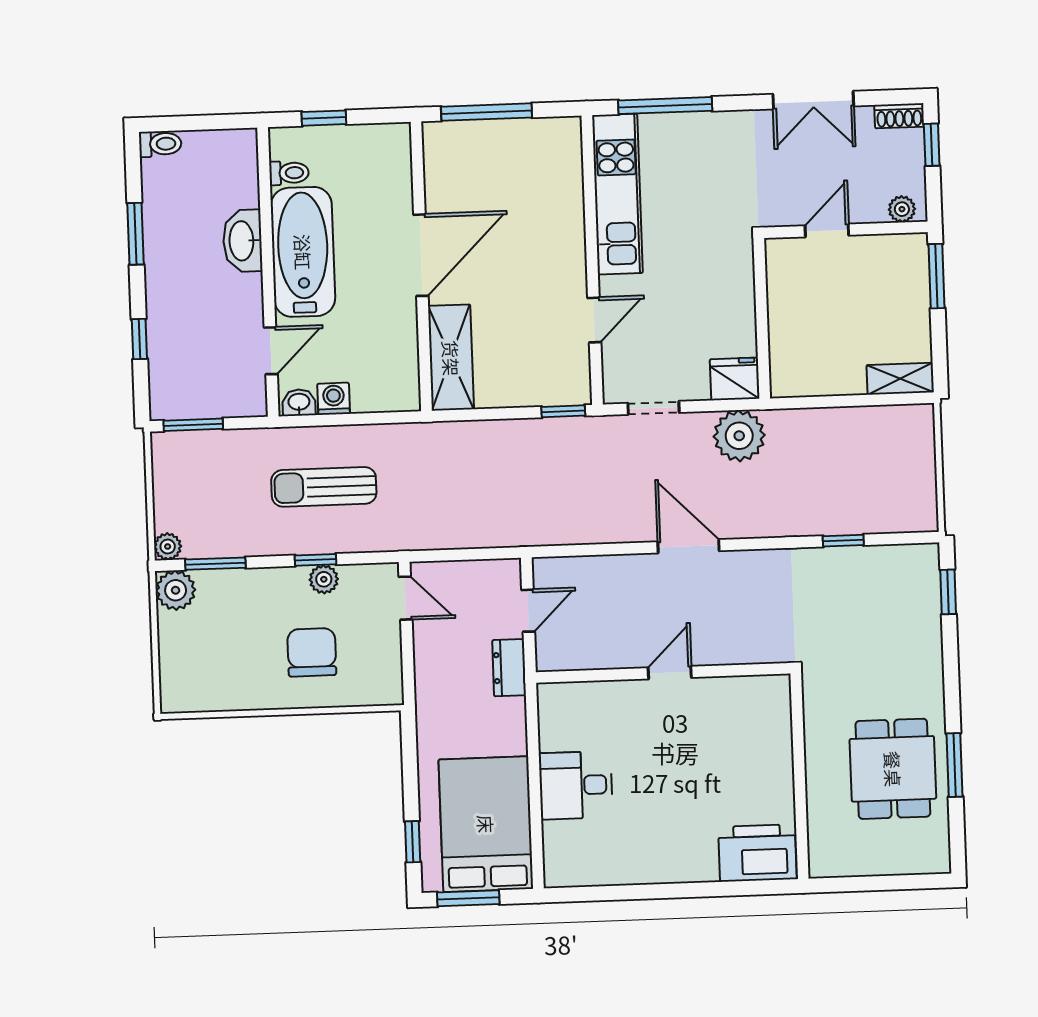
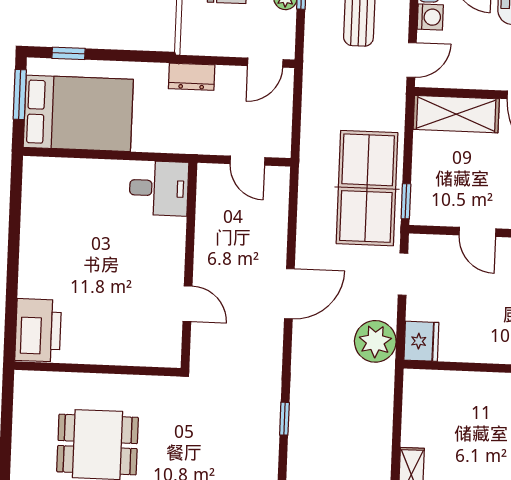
door: (388, 418) -> (412, 60), added
table tennis table: (551, 461) -> (367, 188), added
dresser: (509, 668) -> (192, 77), moved, turned 180
door: (670, 673) -> (188, 304), moved
desk: (576, 785) -> (159, 188), moved, turned 90

